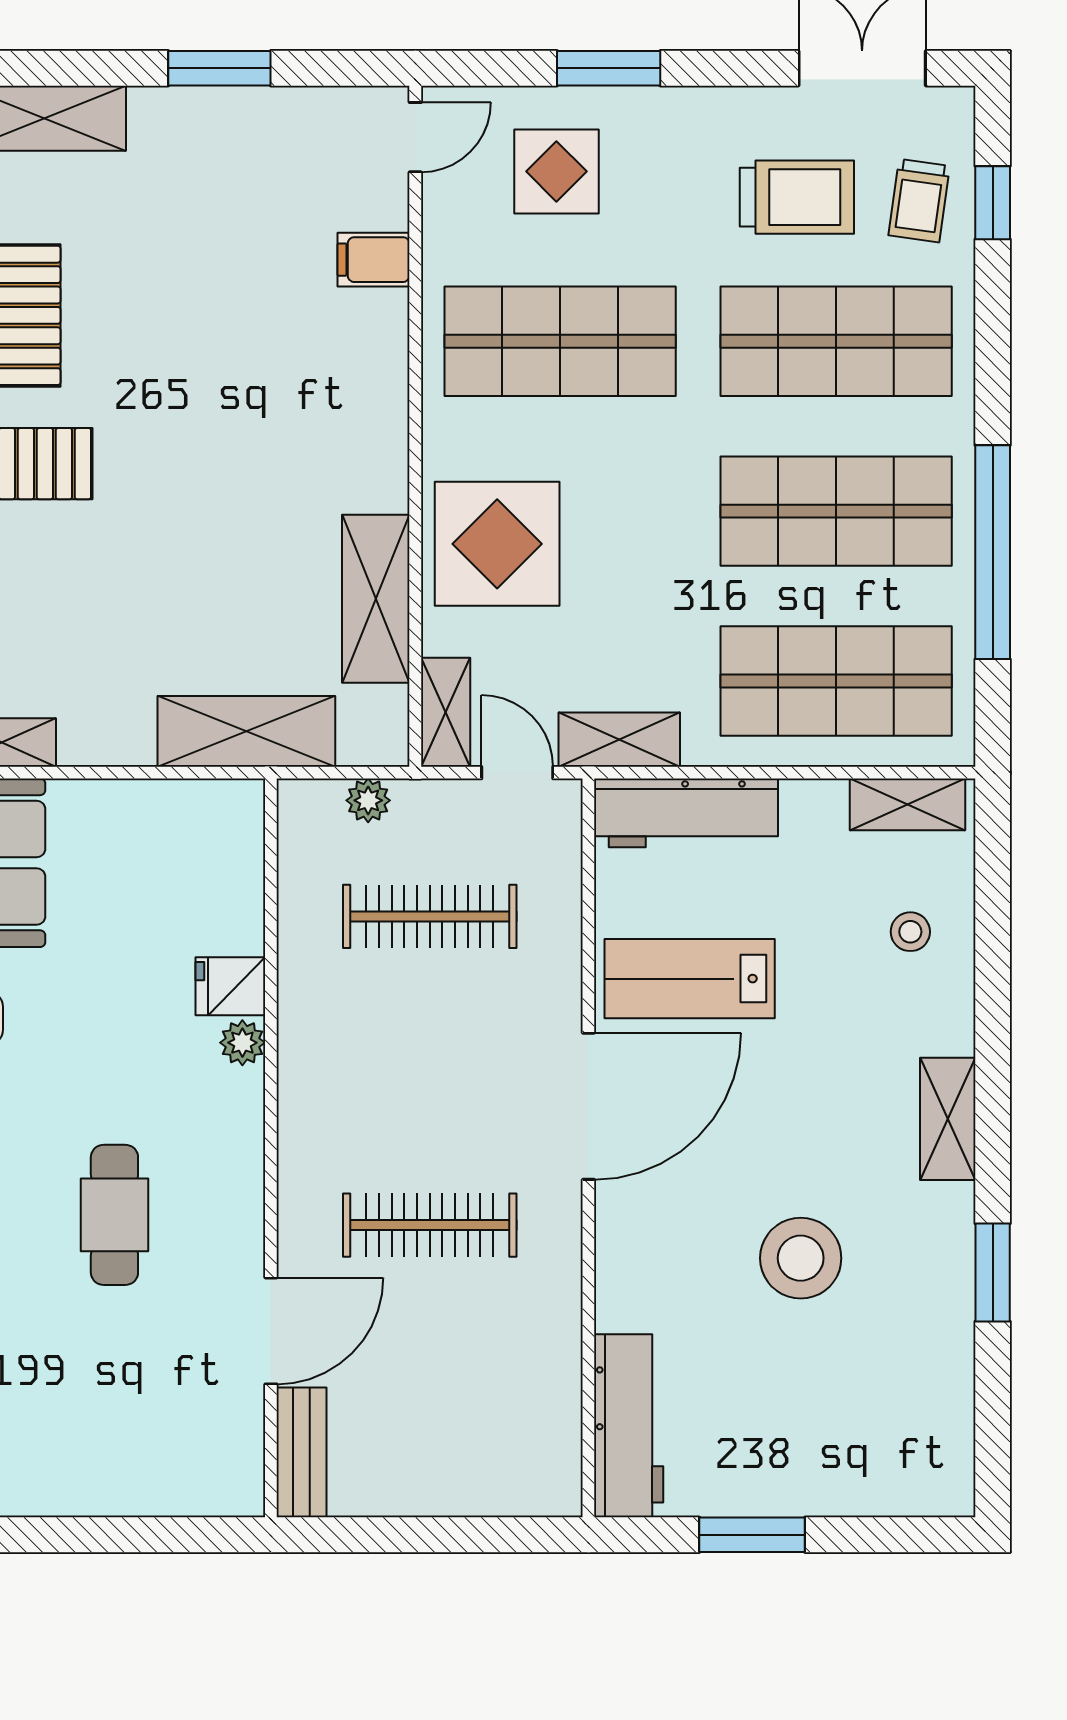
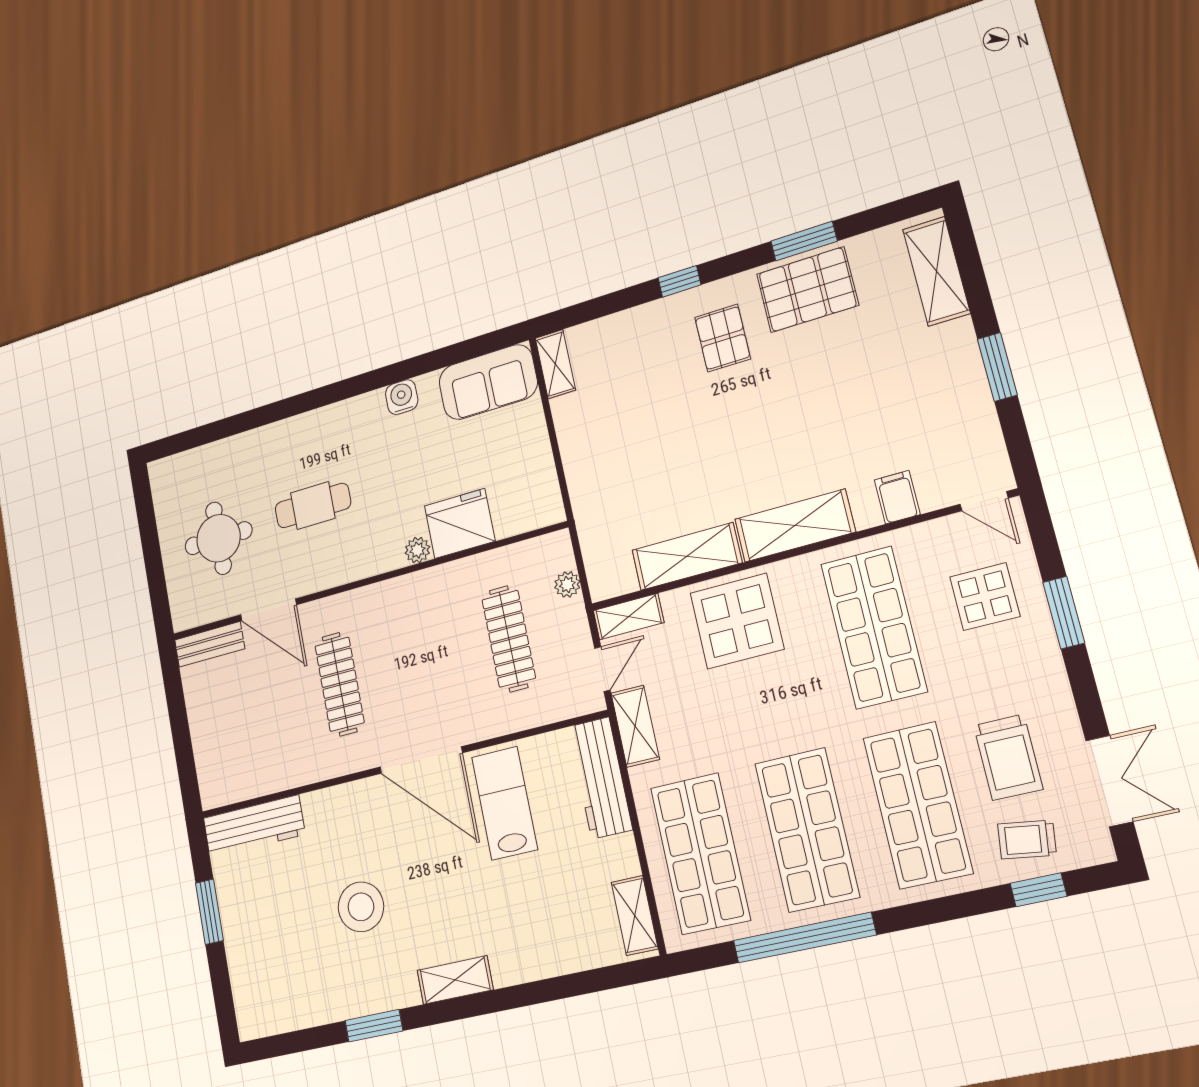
shelving: (246, 731) -> (795, 526), moved, turned 90
stool: (910, 932) -> (559, 934), removed
fridge: (230, 986) -> (460, 523), width x1.88, depth x1.34
round table: (121, 1402) -> (219, 538), added

